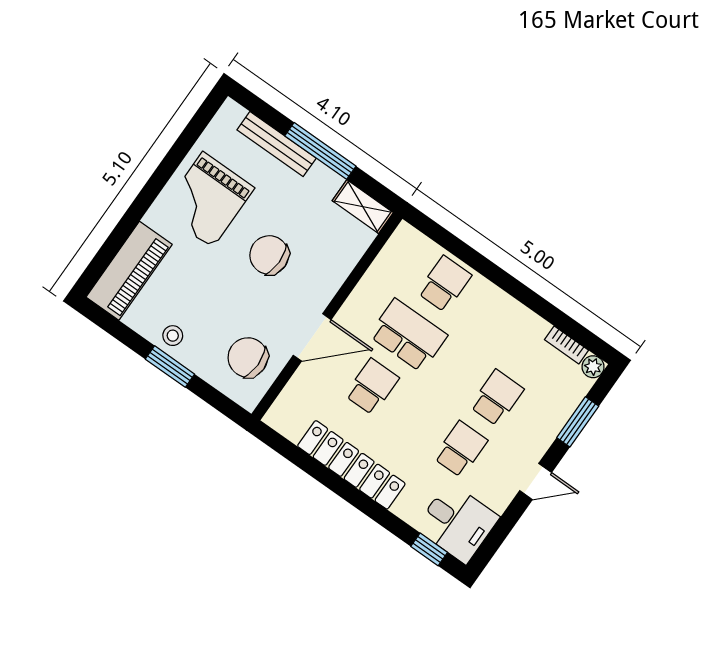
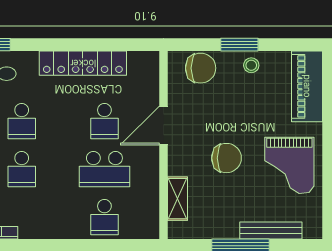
grand piano: (208, 200) -> (289, 165), turned 180
shelving: (363, 207) -> (177, 199), moved, turned 90
chair: (248, 358) -> (201, 68), moved

